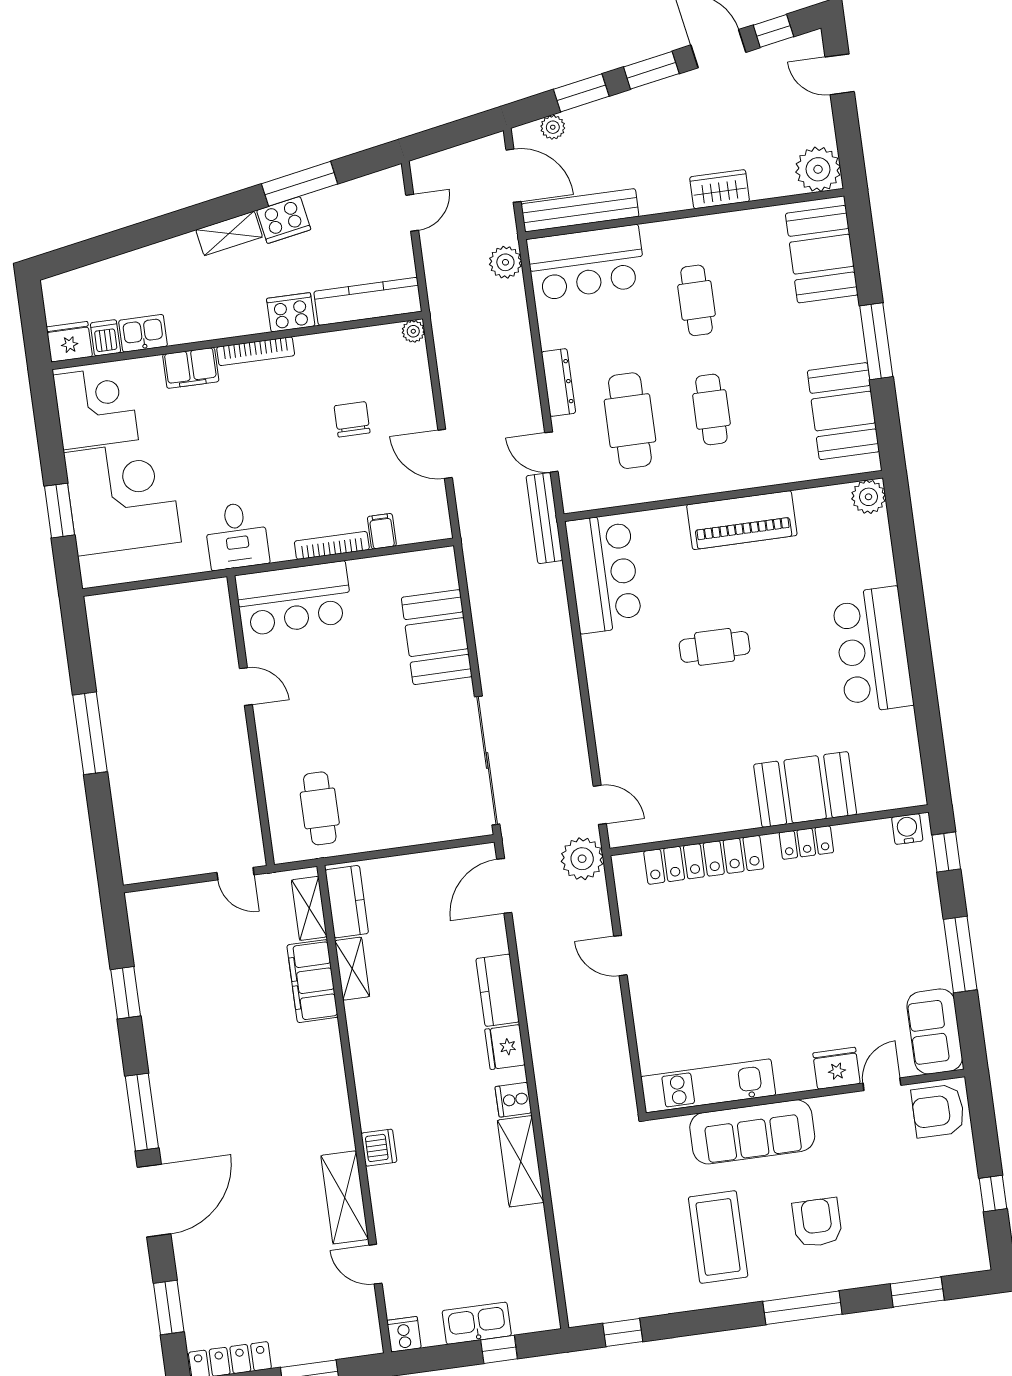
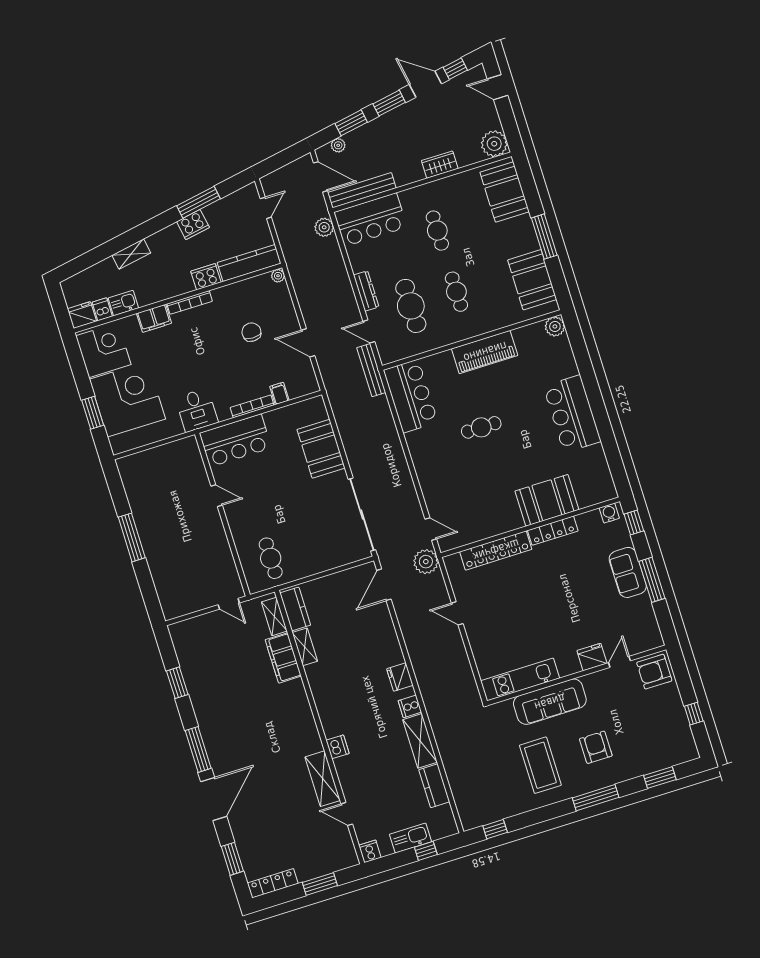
shelving: (229, 233) -> (131, 254), moved
locker: (806, 843) -> (553, 531), width x1.53
kitchen counter: (498, 990) -> (434, 786), moved
sofa: (935, 1032) -> (628, 572), moved

